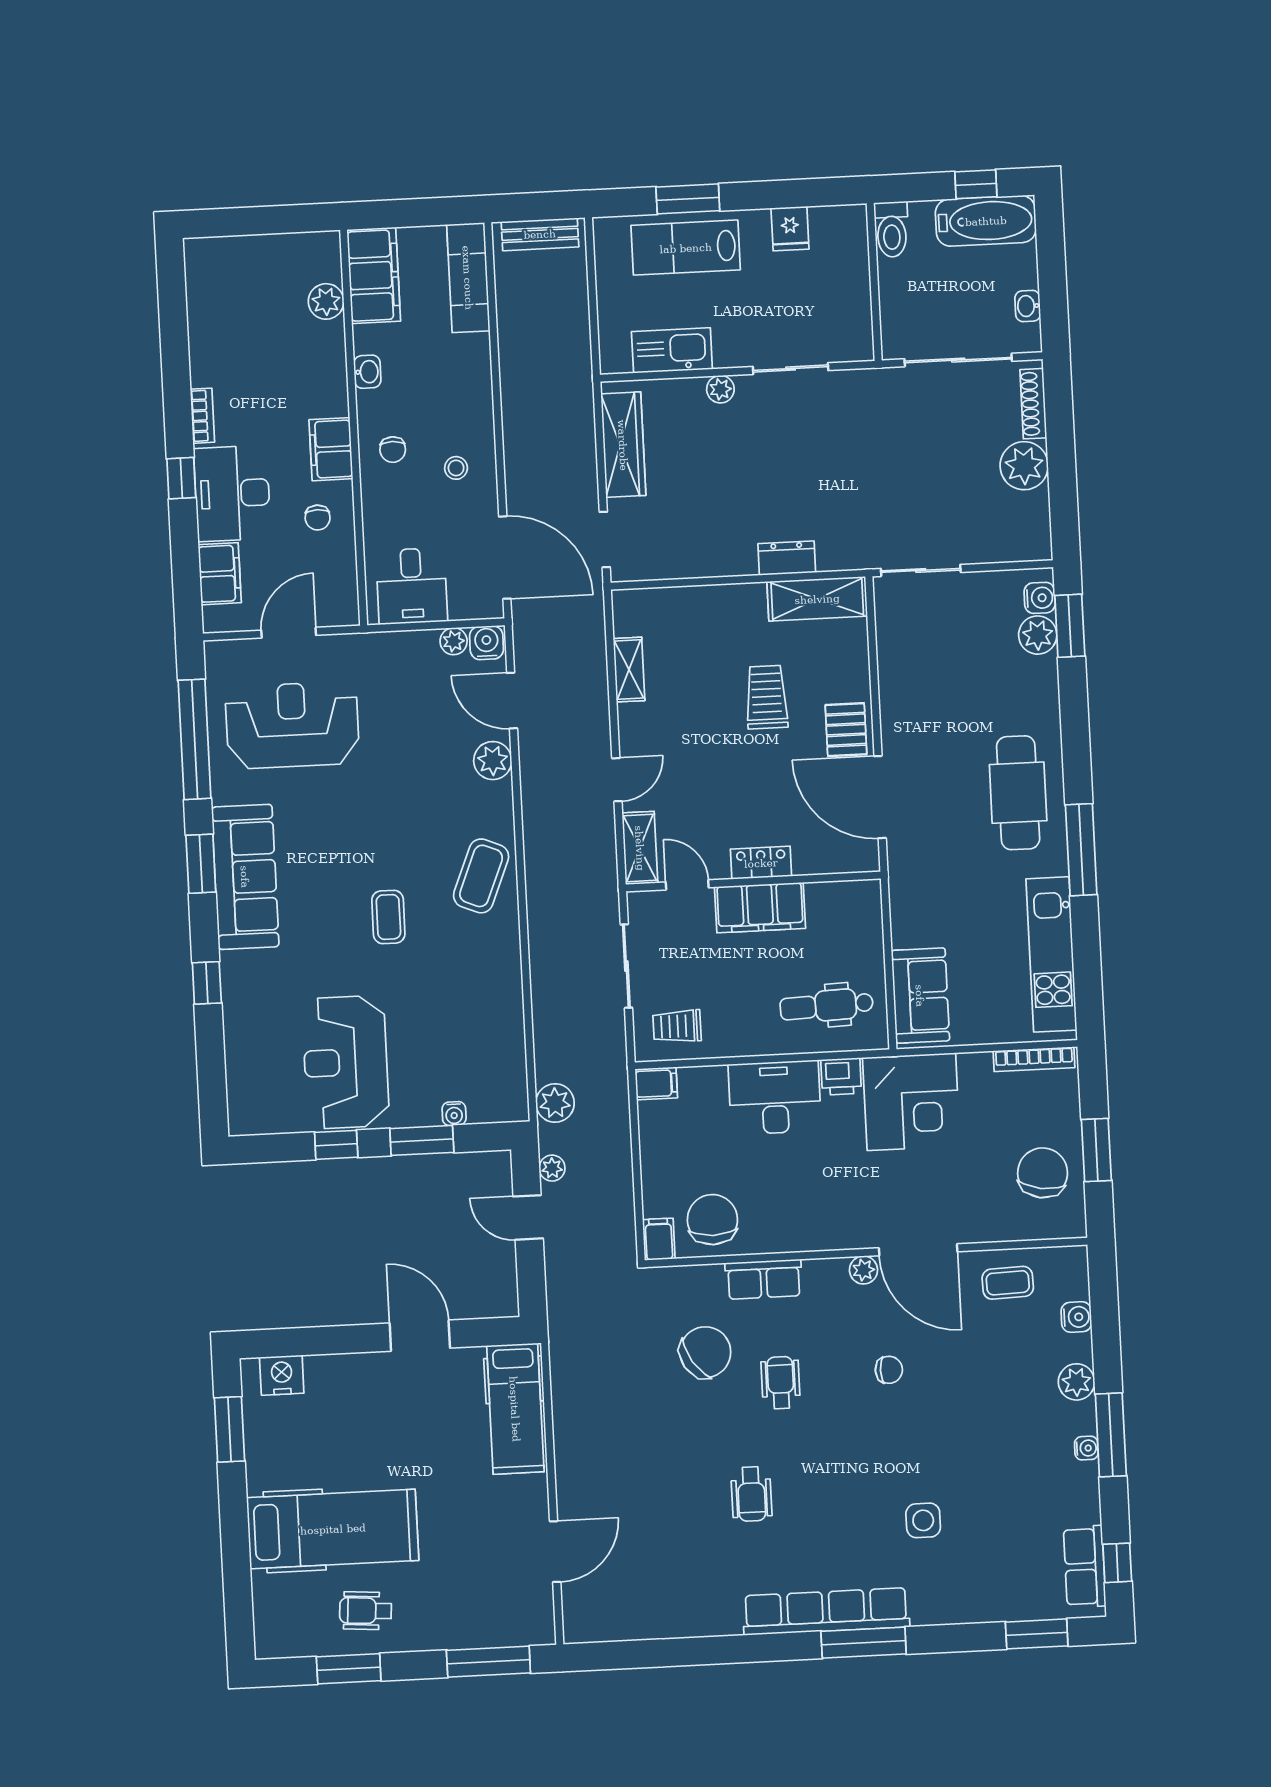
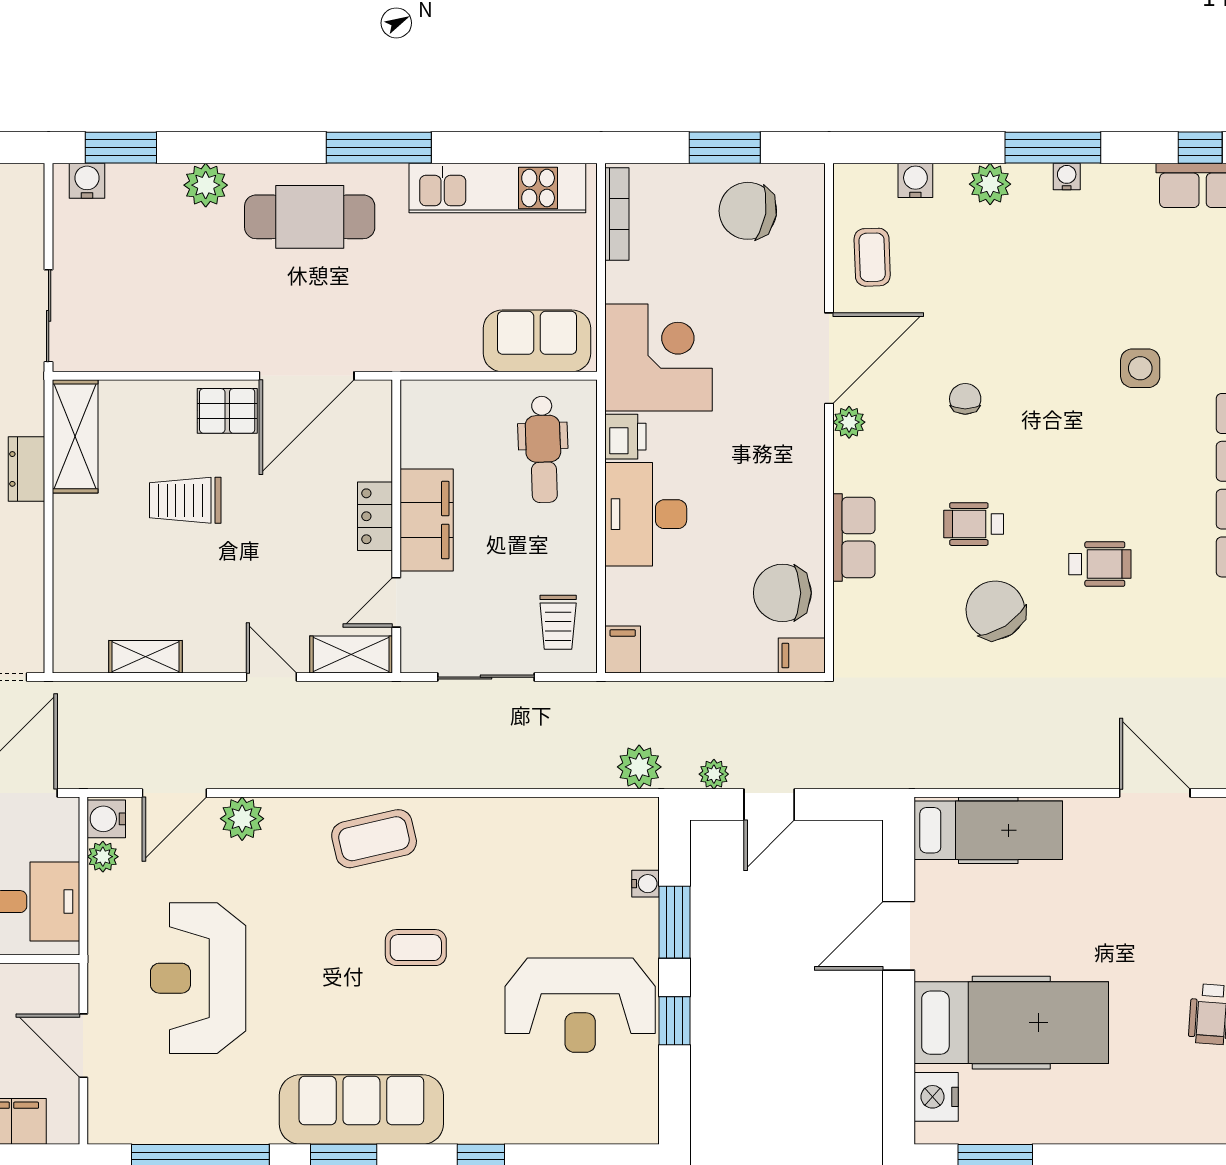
plant: (1038, 635) -> (206, 185), moved
reception desk: (292, 725) -> (198, 978), moved
coffee table: (481, 876) -> (374, 839), turned -35
chair: (705, 1352) -> (995, 610), moved
hospital bed: (333, 1529) -> (1011, 1023), moved, turned 90

